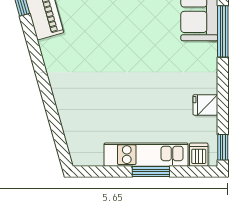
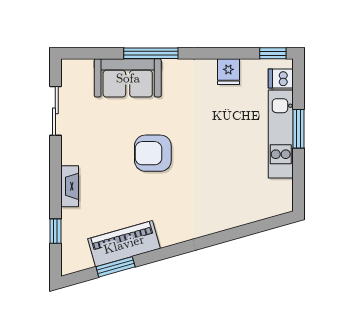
armchair: (128, 33) -> (153, 153), added

